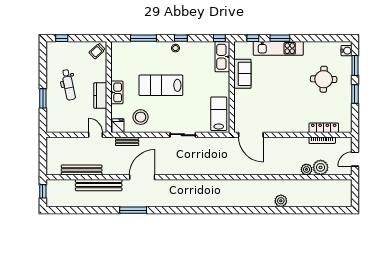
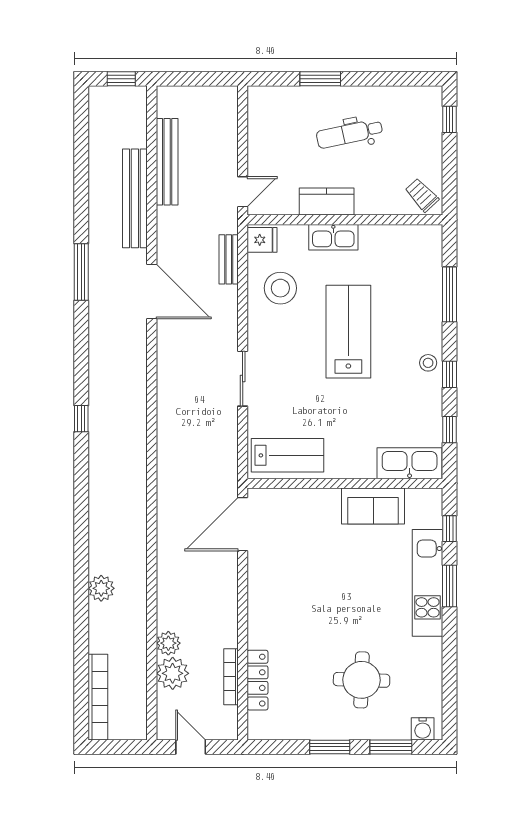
window: (219, 38) -> (449, 430), moved
bookcase: (332, 202) -> (98, 697), added
window: (202, 210) -> (81, 419), added

